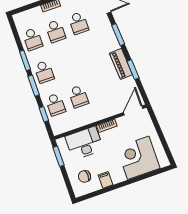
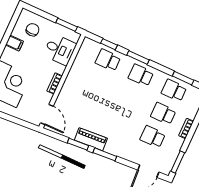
window: (118, 35) -> (105, 154), moved
window: (25, 60) -> (183, 78), moved
school desk: (78, 97) -> (97, 83), removed
desk: (84, 143) -> (60, 50), width x0.73

